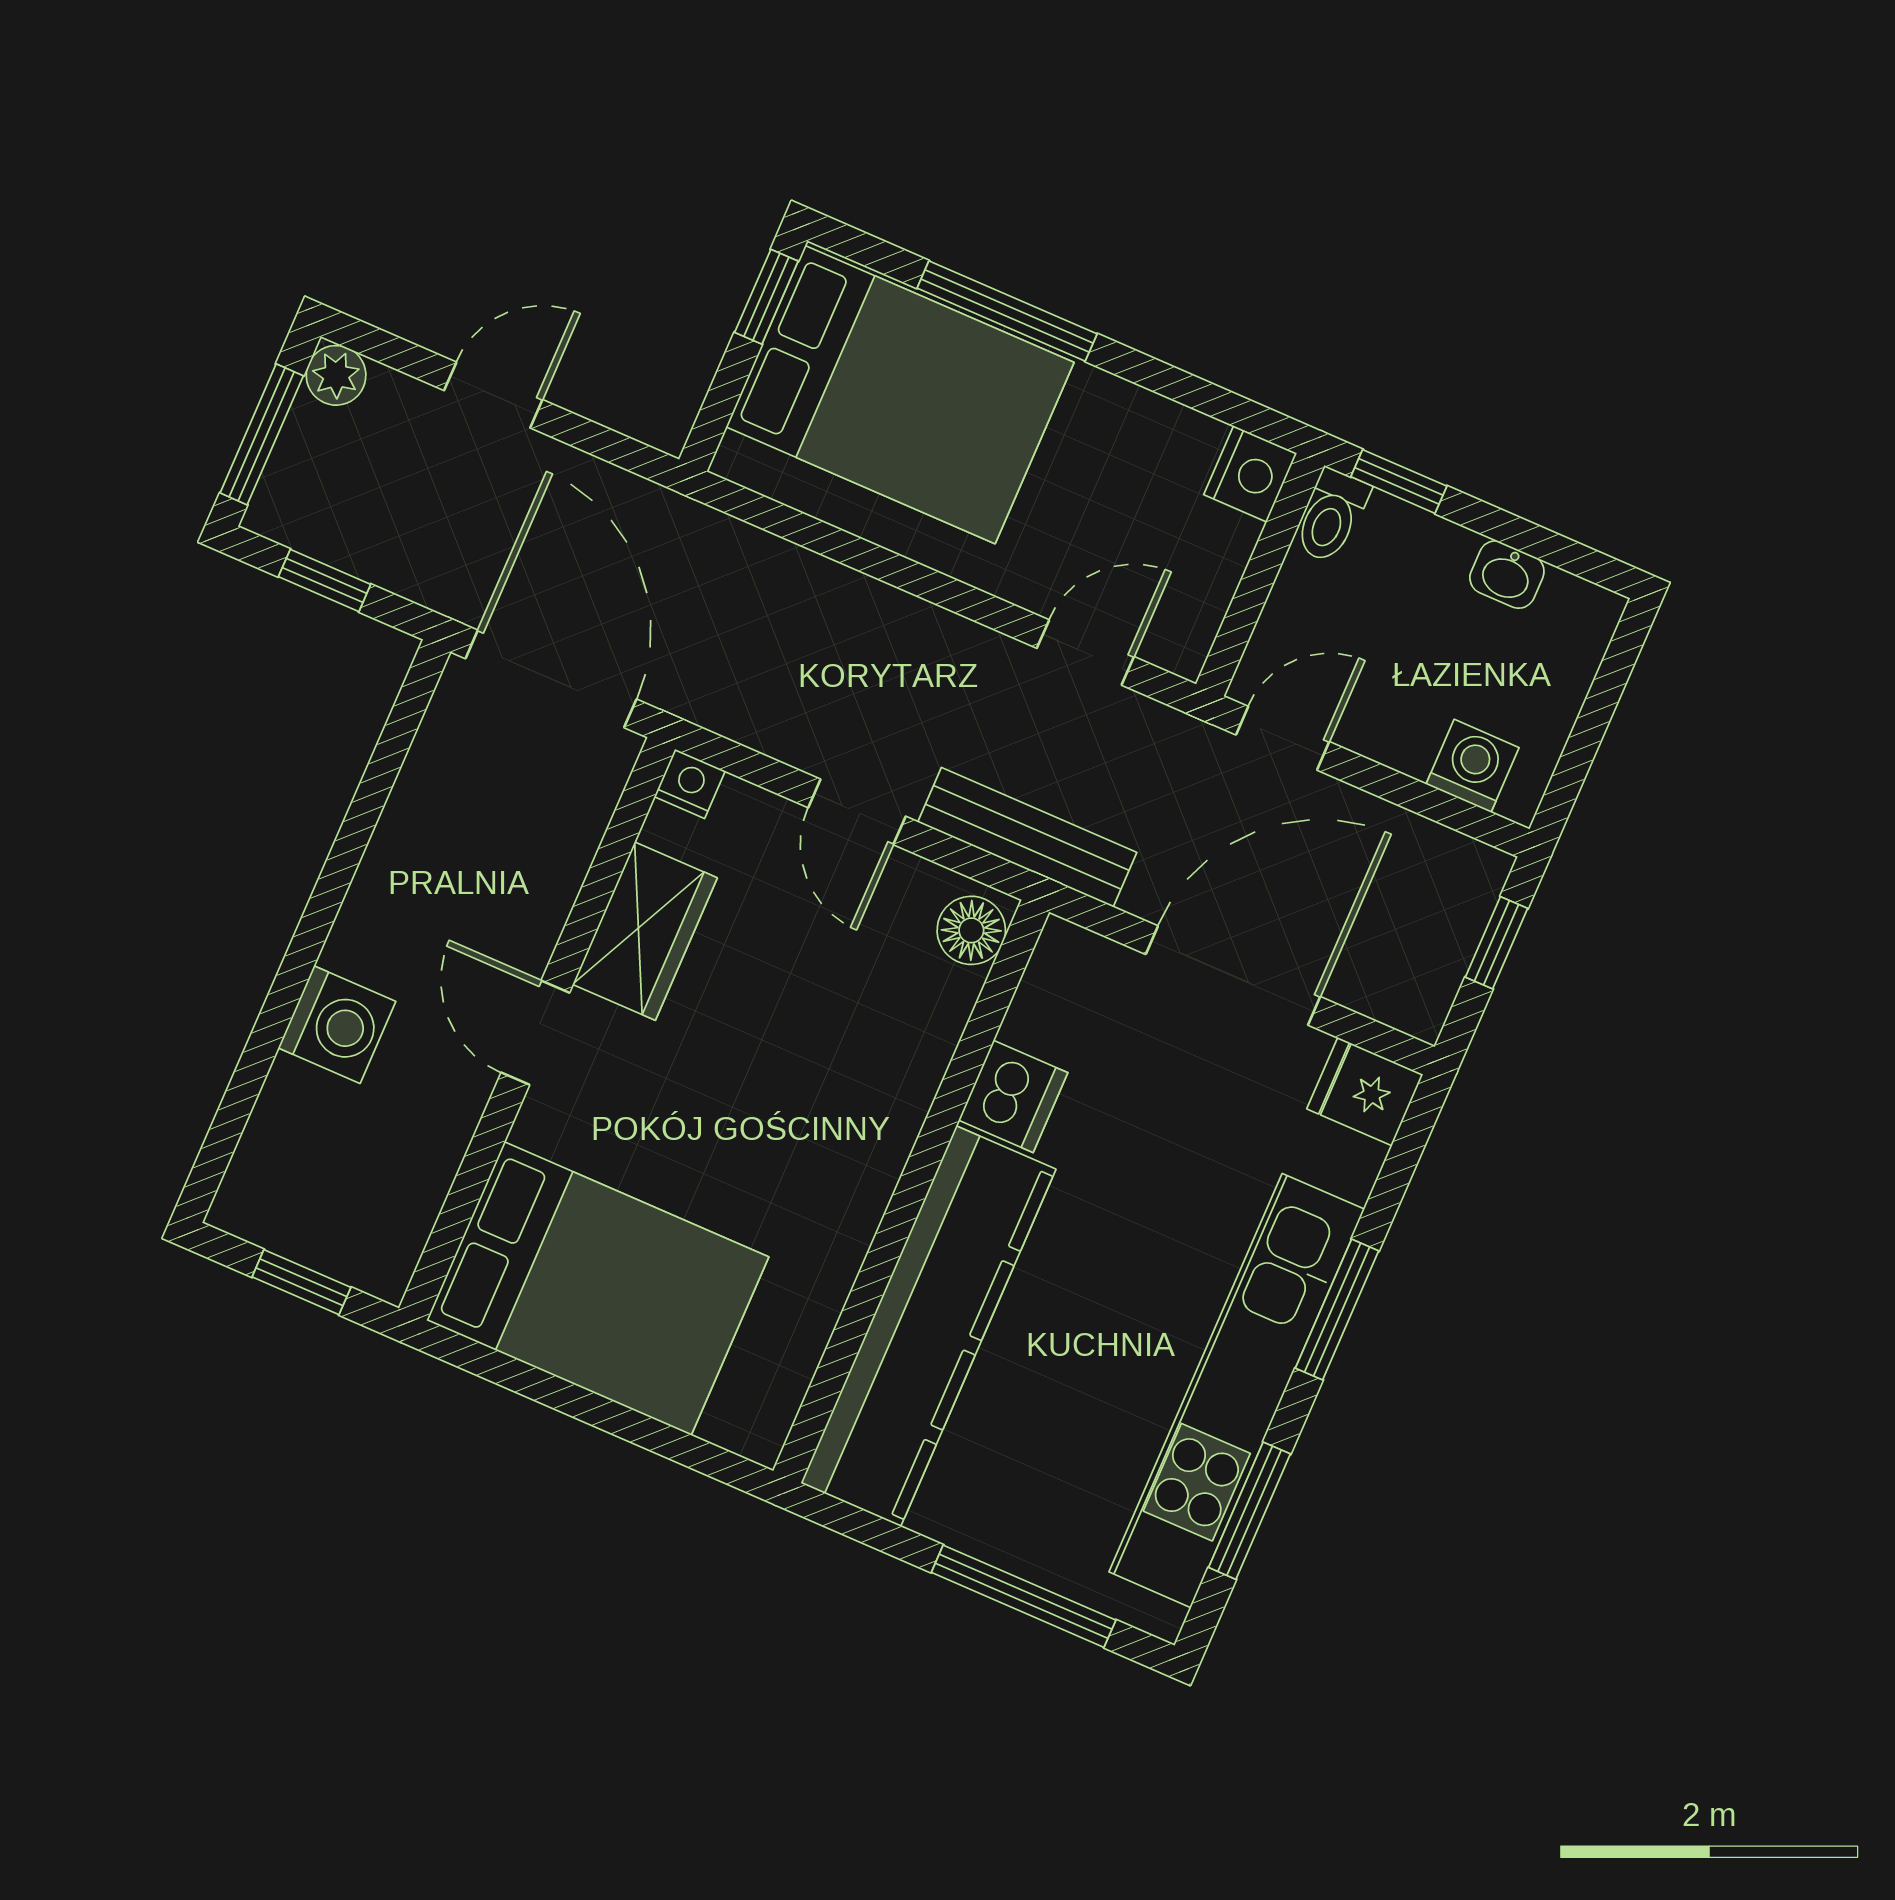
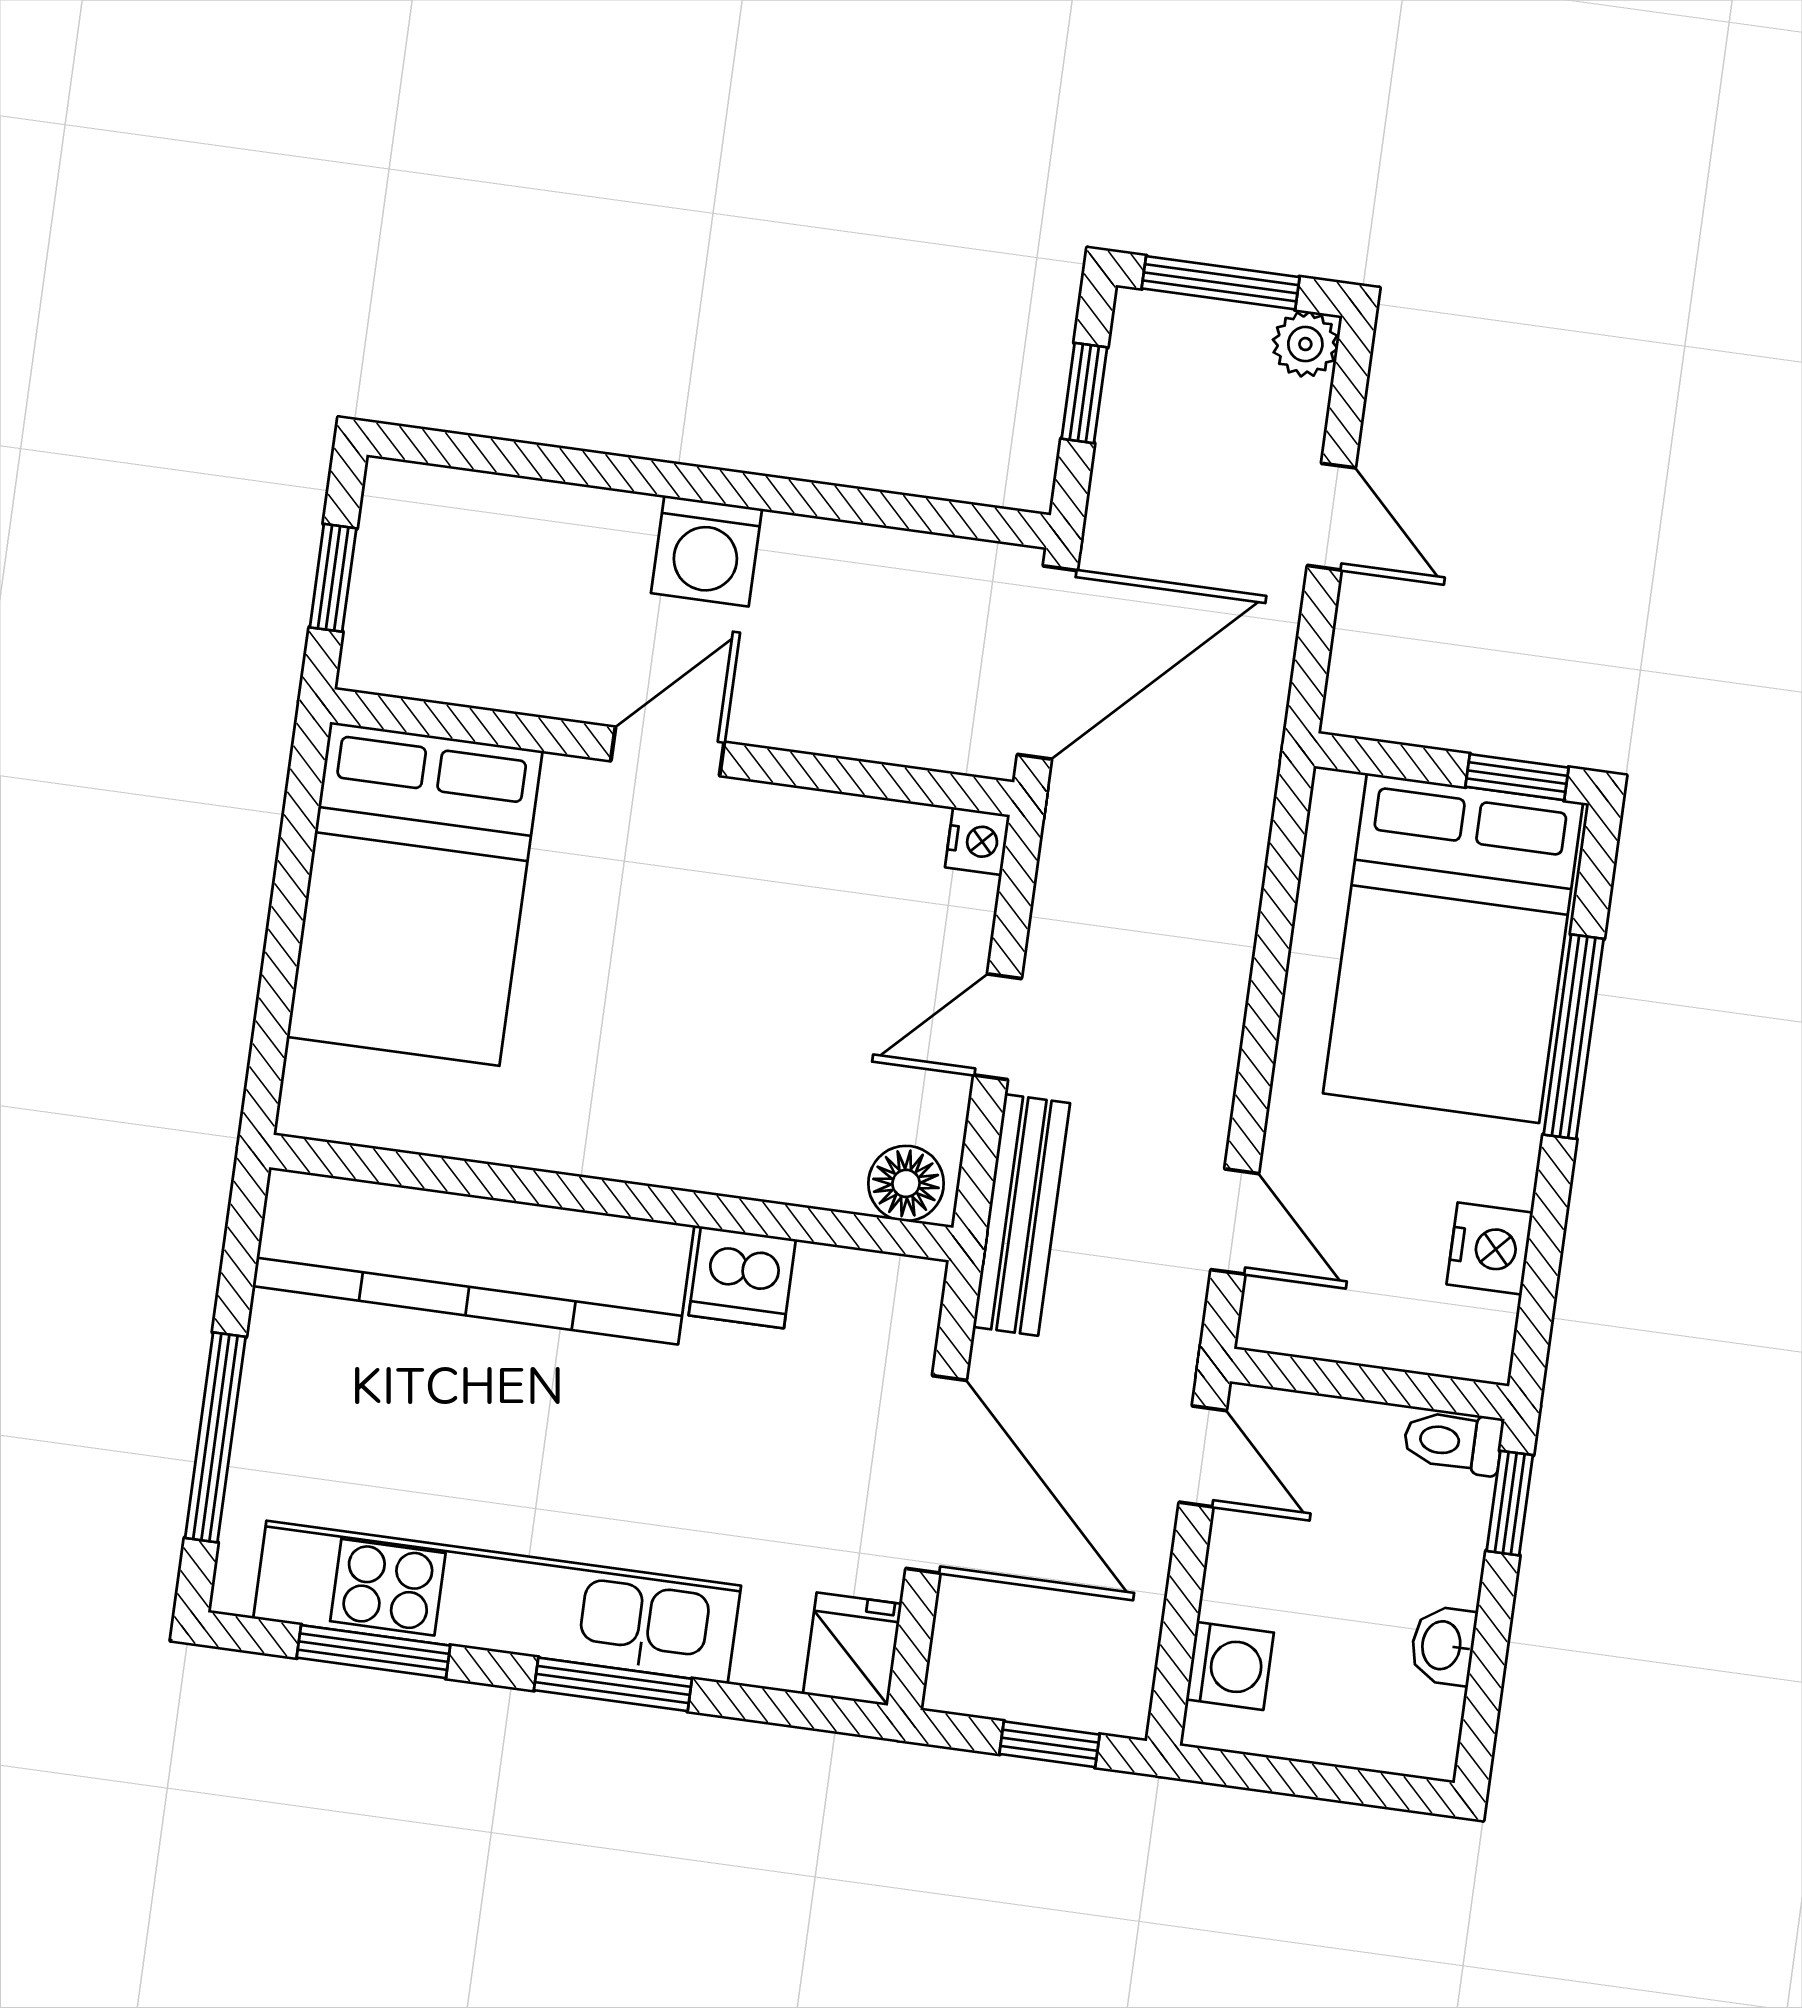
nightstand: (1250, 474) -> (1490, 1249), moved, turned -90
wardrobe: (645, 931) -> (808, 837), removed
washing machine: (337, 1025) -> (706, 551), moved

